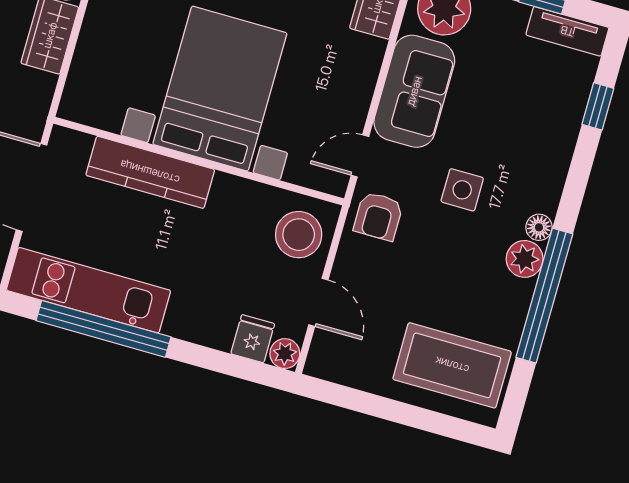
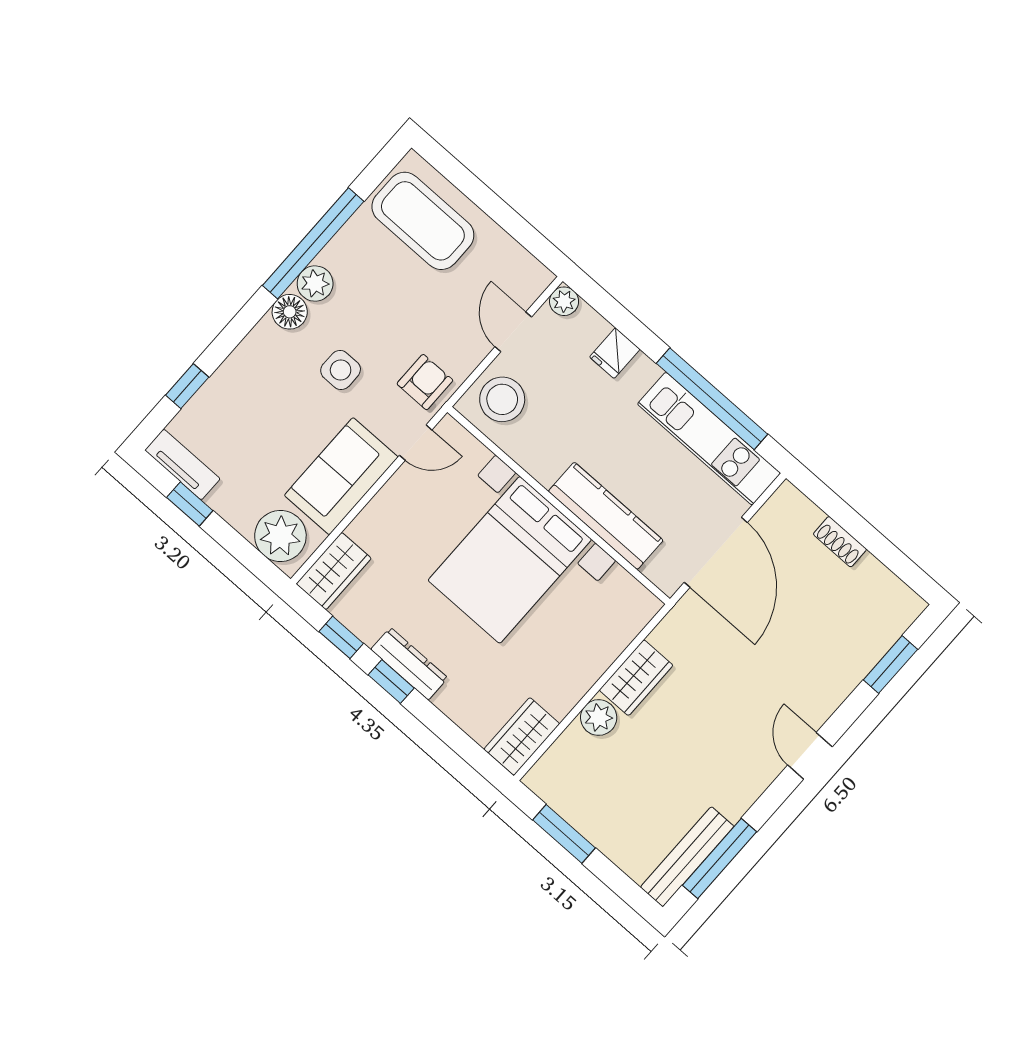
floor lamp: (539, 227) -> (290, 312), width x1.37, depth x1.37
fridge: (253, 339) -> (615, 353), moved

